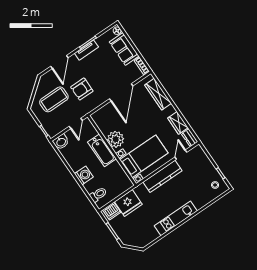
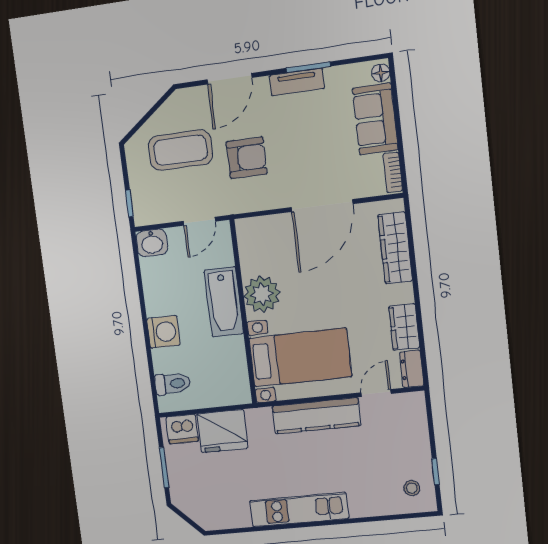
armchair: (82, 89) -> (247, 158), turned 180

